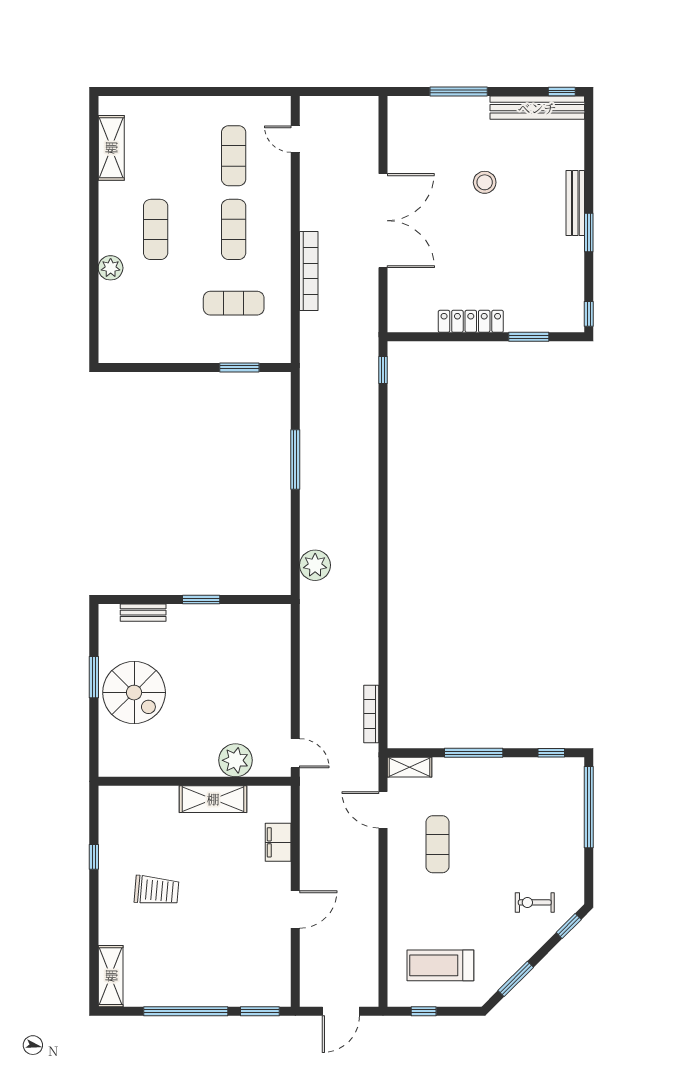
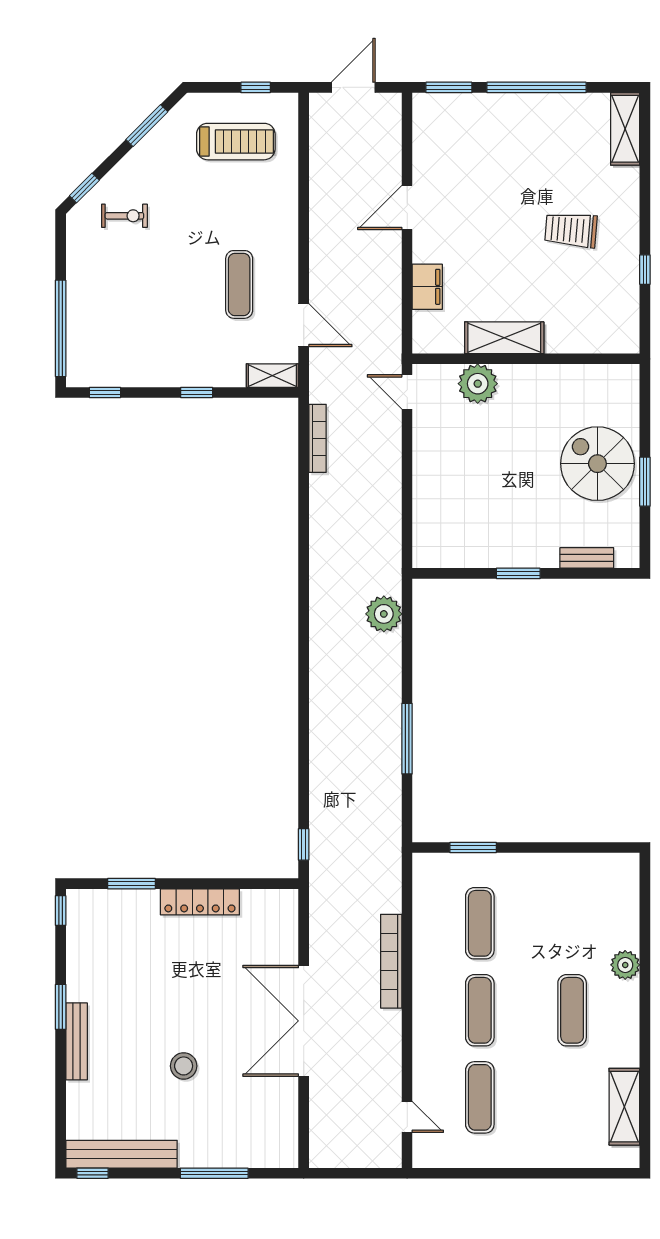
exercise mat: (234, 303) -> (480, 923), turned 90
window: (474, 753) -> (197, 392), width x0.46

